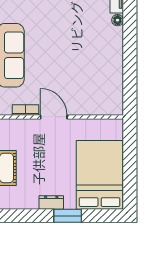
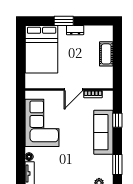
corner sofa: (99, 69) -> (42, 123), added
door: (54, 117) -> (73, 89), hinge flipped

